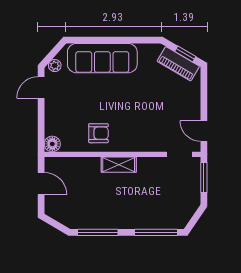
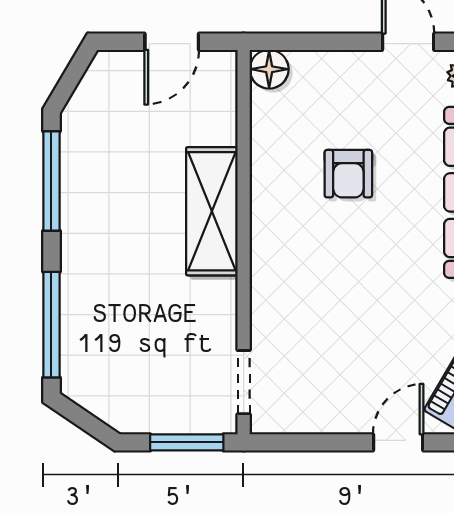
door: (204, 131) -> (398, 442), moved
armchair: (98, 133) -> (348, 174), moved
shelving: (119, 165) -> (212, 211), width x1.50, depth x1.33

